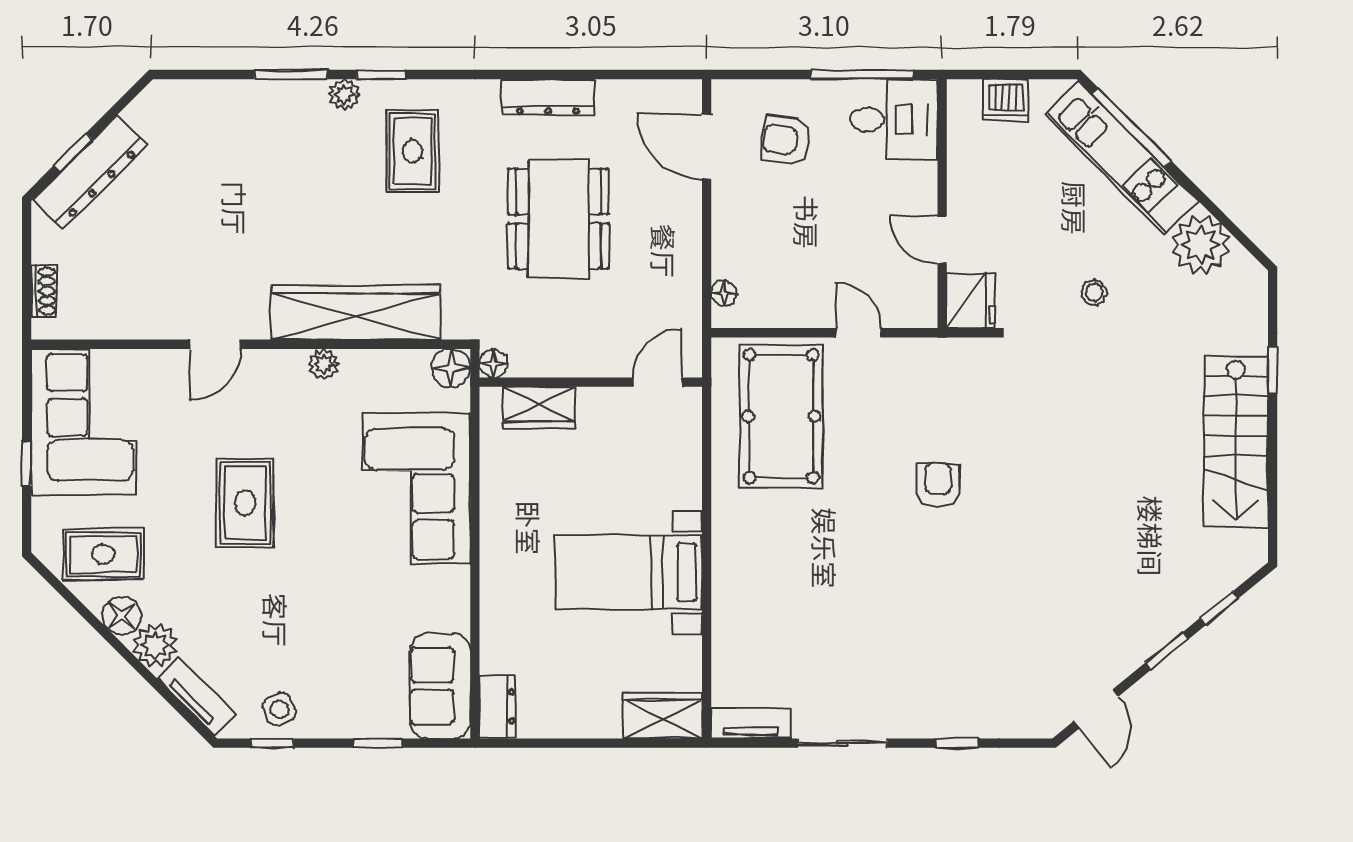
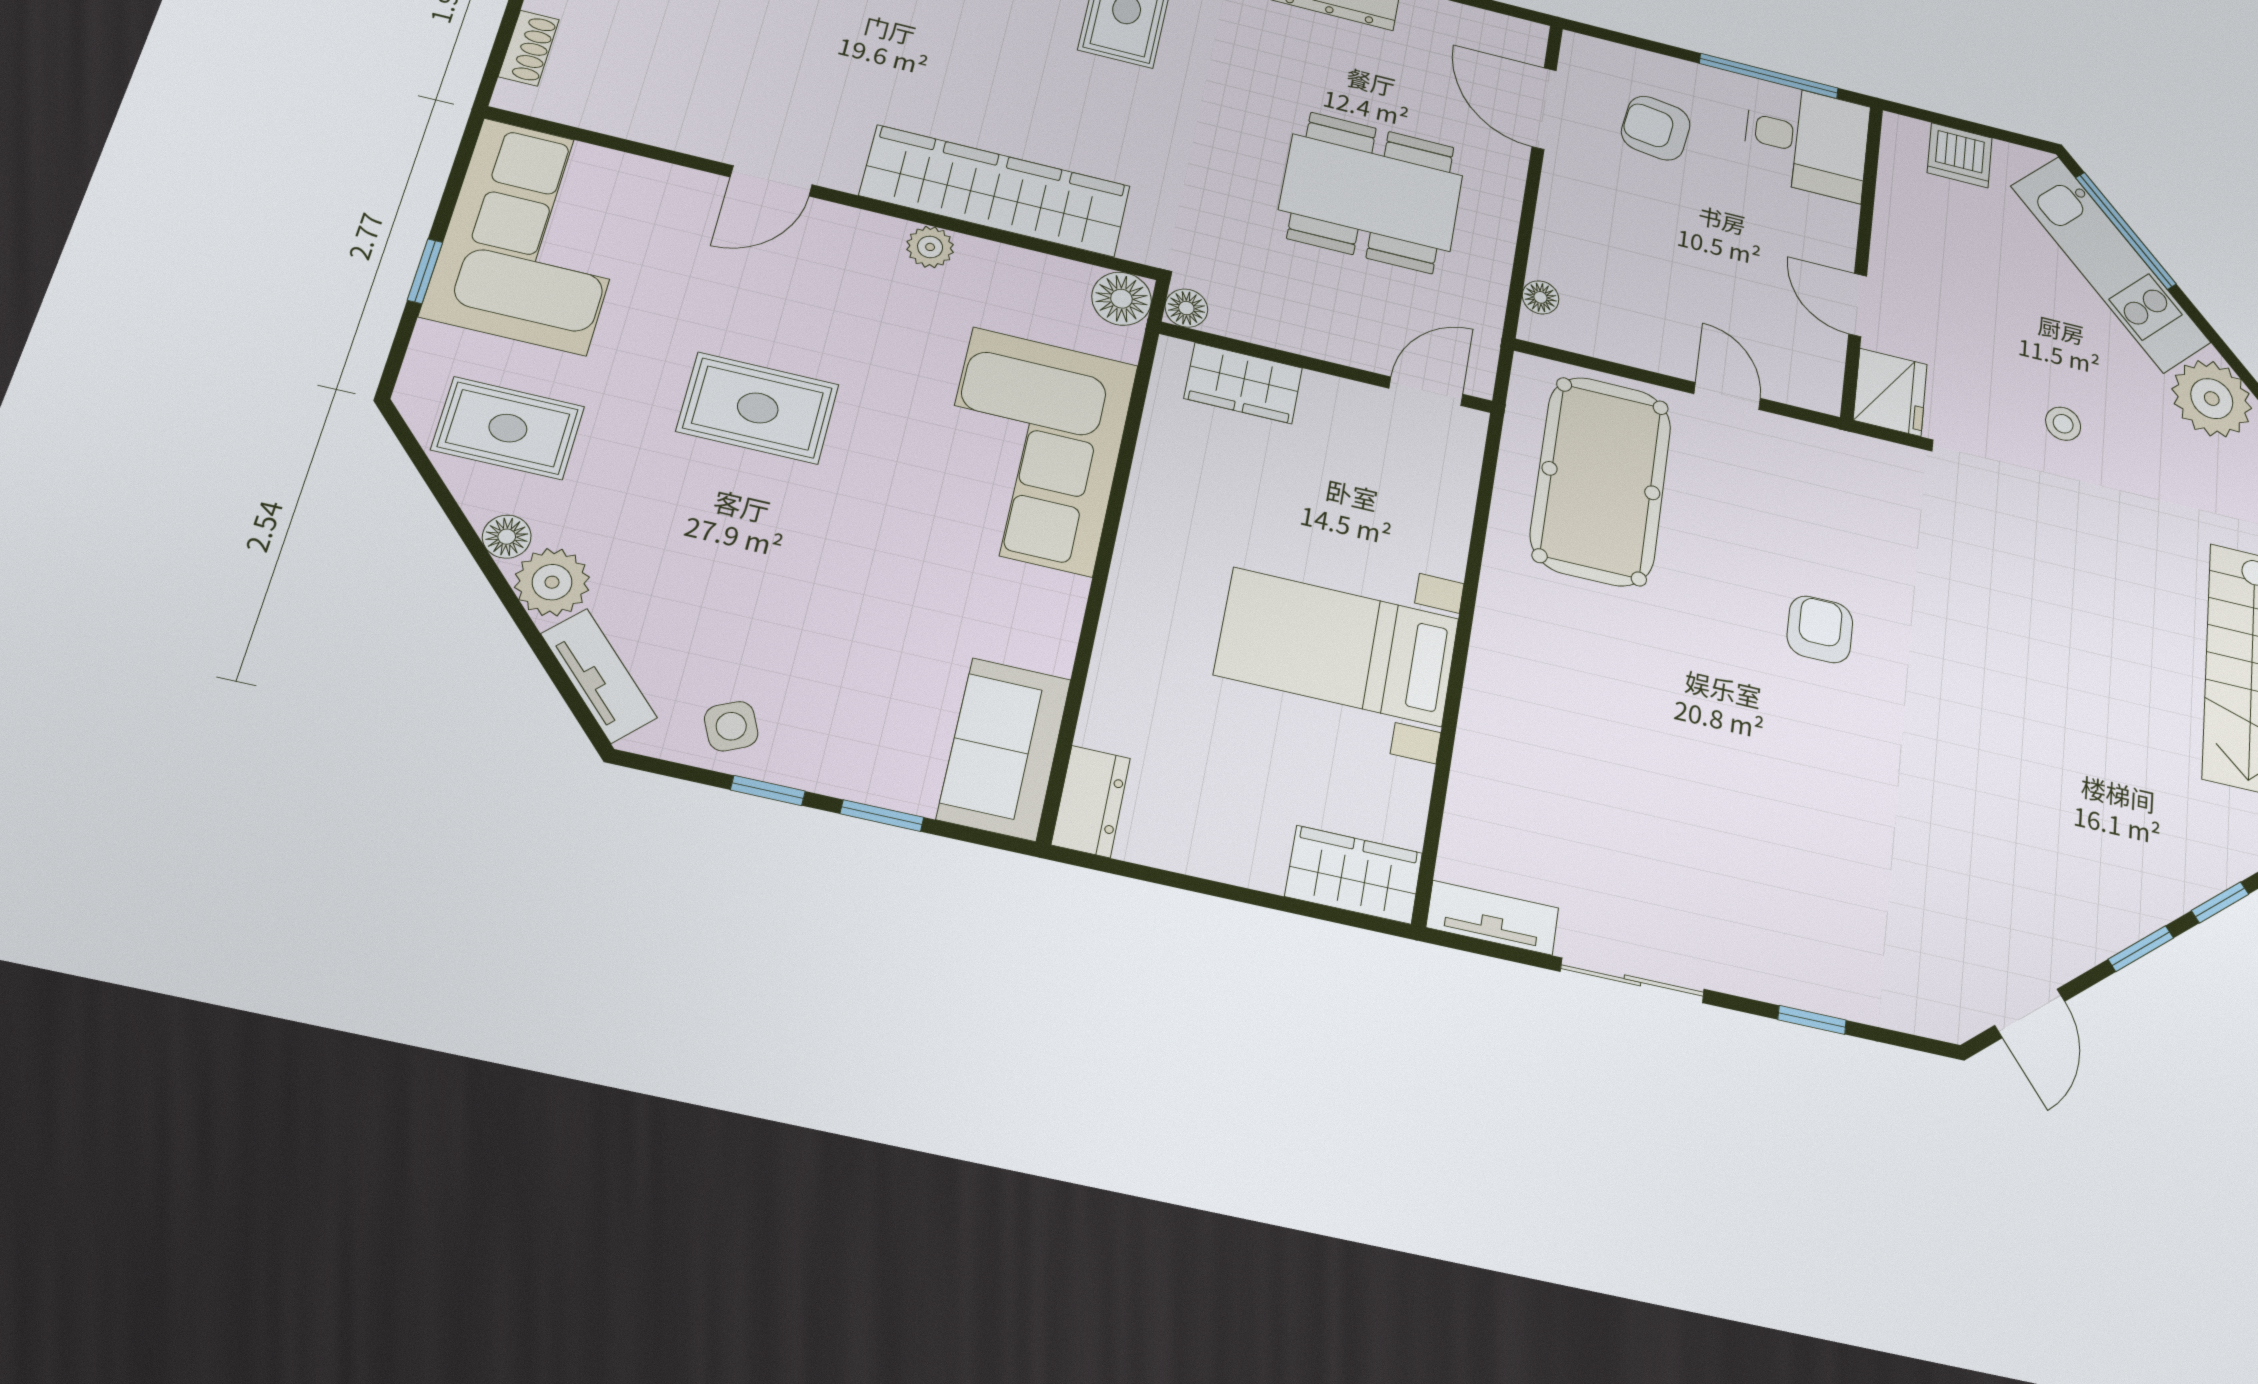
dining table: (558, 219) -> (1371, 193), moved, turned 90
rug: (245, 503) -> (758, 408), turned 90
floor lamp: (122, 616) -> (507, 537), width x0.73, depth x0.73
window: (272, 743) -> (768, 791), moved

